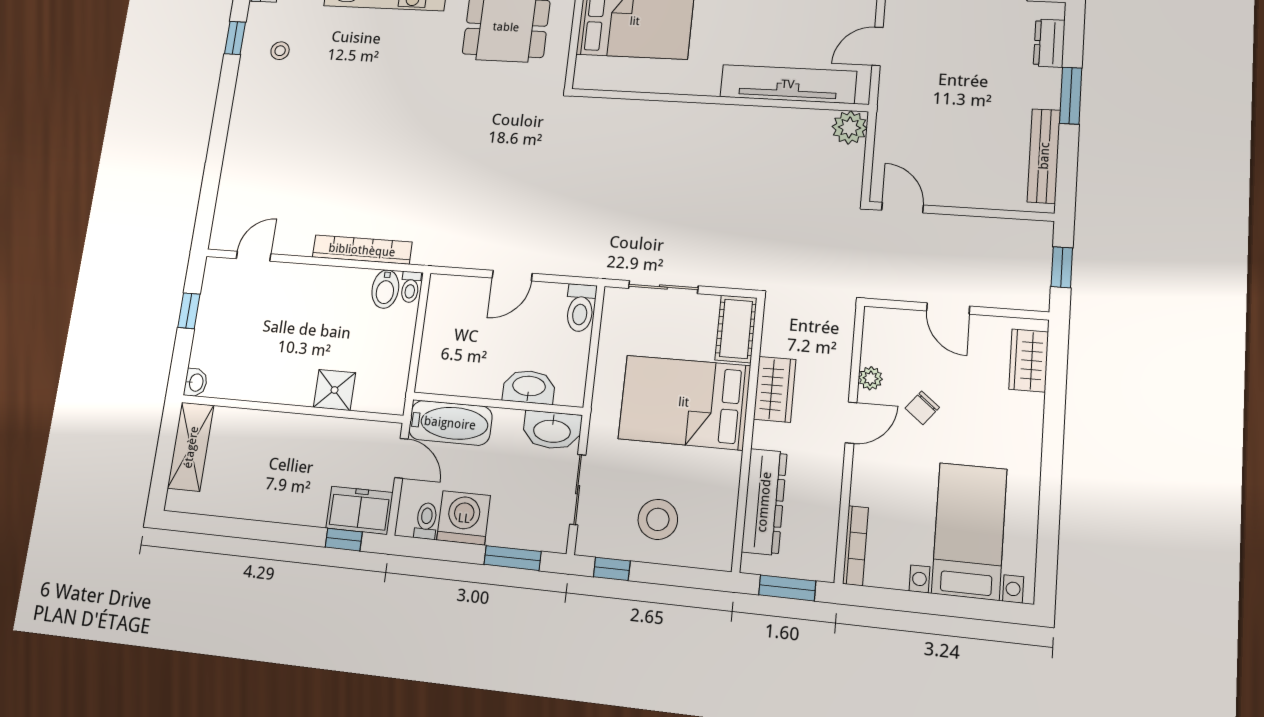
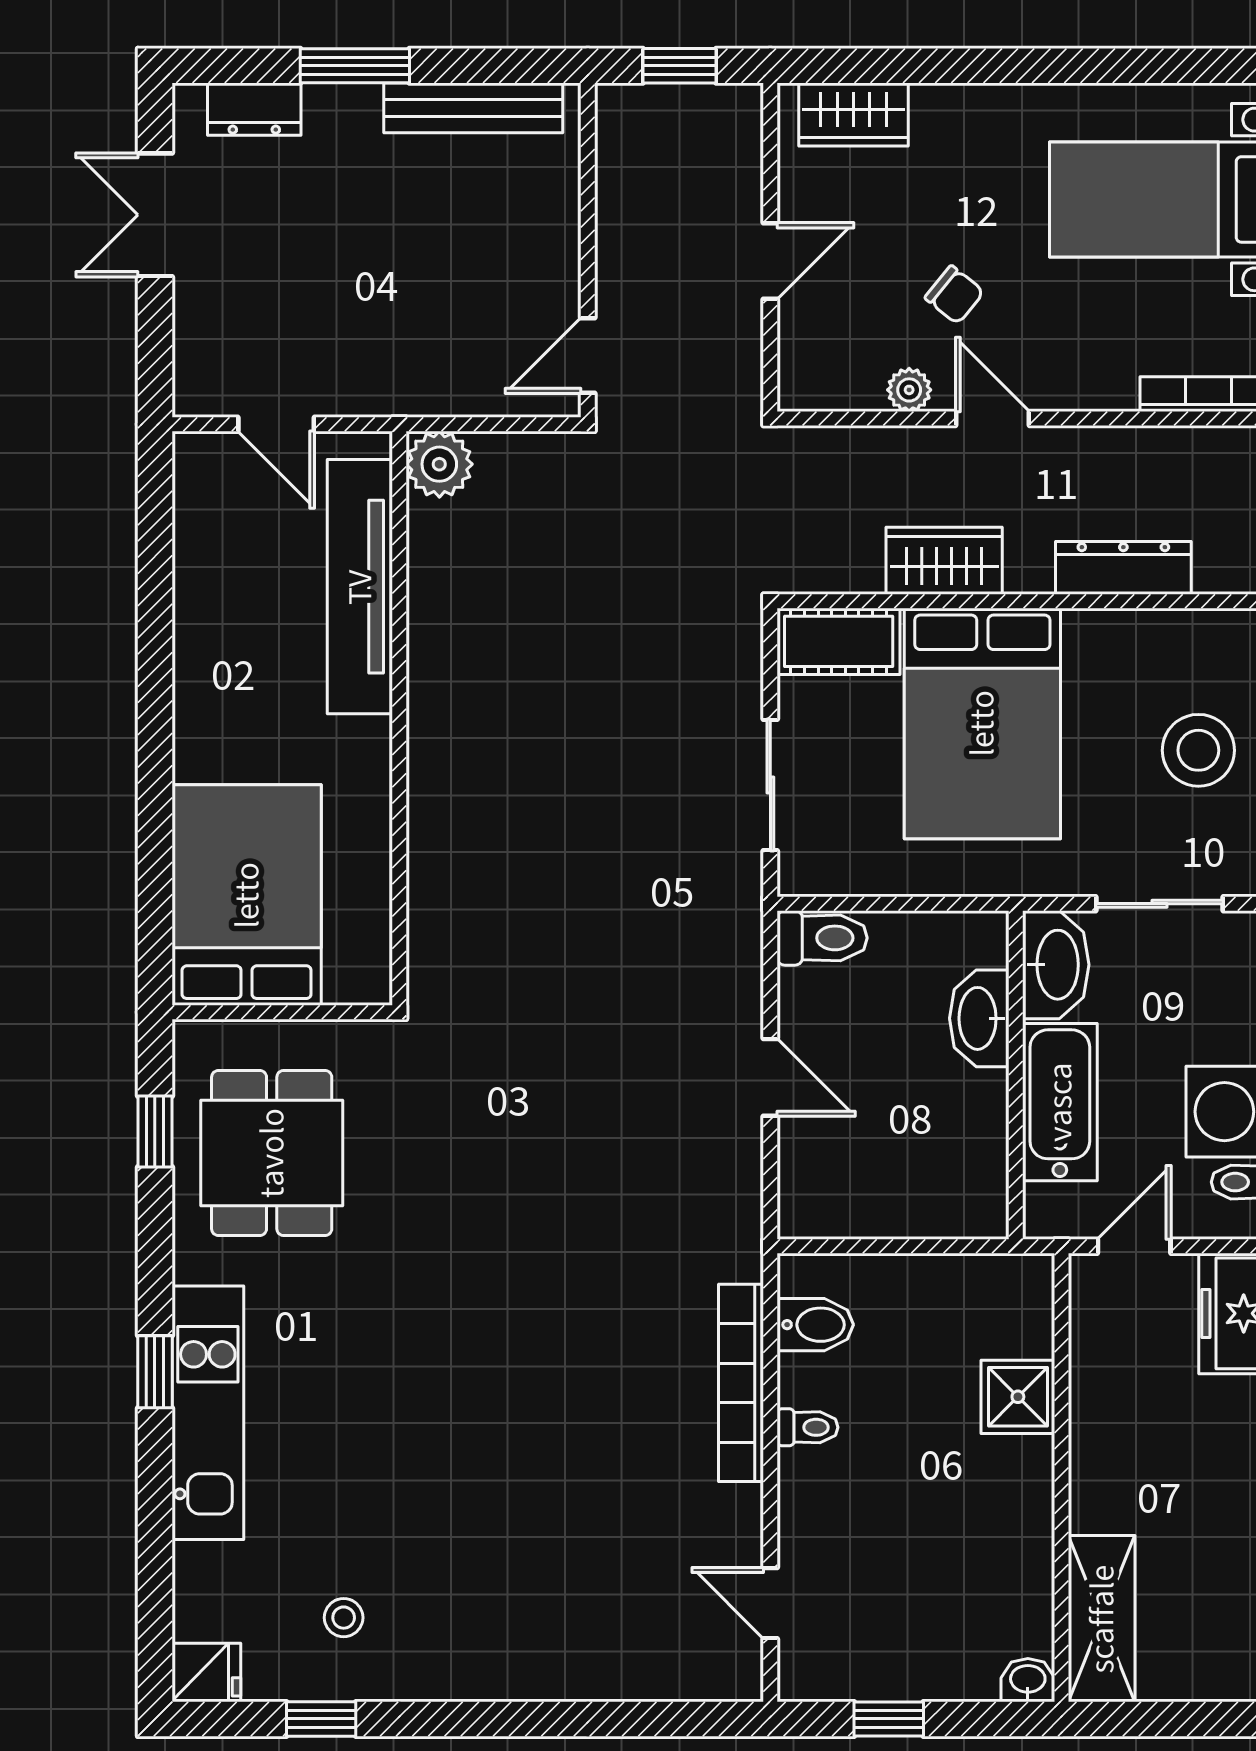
toilet: (410, 287) -> (808, 1427), moved
bathtub: (450, 423) -> (1060, 1102), moved
shelving: (191, 447) -> (1102, 1619), moved, turned 90
dresser: (764, 502) -> (1123, 568), width x0.73, depth x0.80

